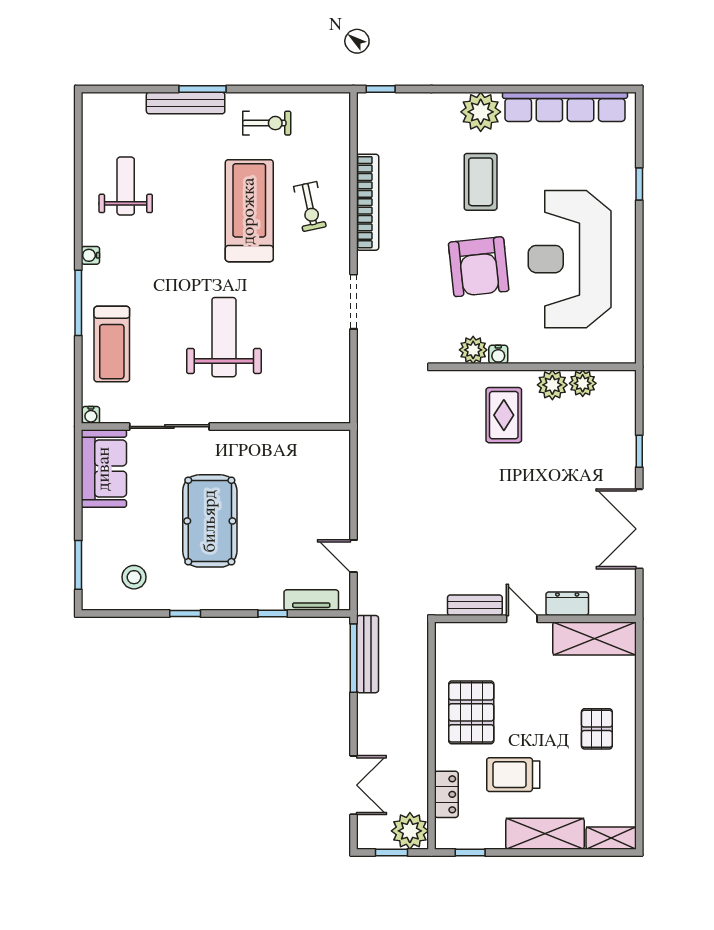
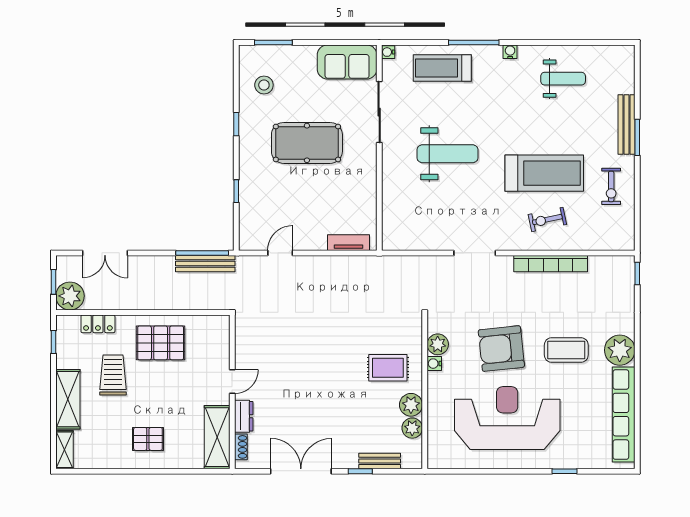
tv unit: (311, 600) -> (348, 243), moved, turned -90
bench: (475, 605) -> (380, 461), moved, turned 90
shoe rack: (607, 607) -> (241, 447), added

